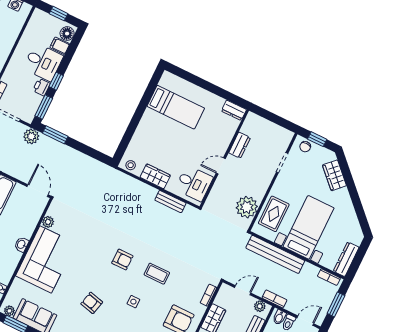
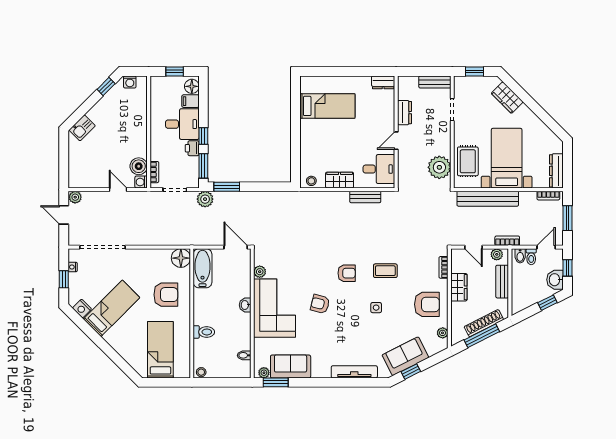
bench: (279, 132) -> (435, 82), added
chair: (305, 147) -> (467, 84), removed
door: (243, 290) -> (473, 247), swing flipped
armchair: (92, 303) -> (320, 304), moved

